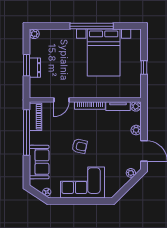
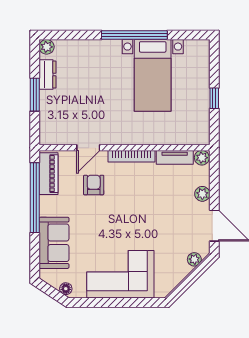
bed with nightstands: (104, 53) -> (153, 75), width x0.73
dresser: (35, 68) -> (47, 75), moved
armchair: (80, 146) -> (94, 185), moved, turned -102

